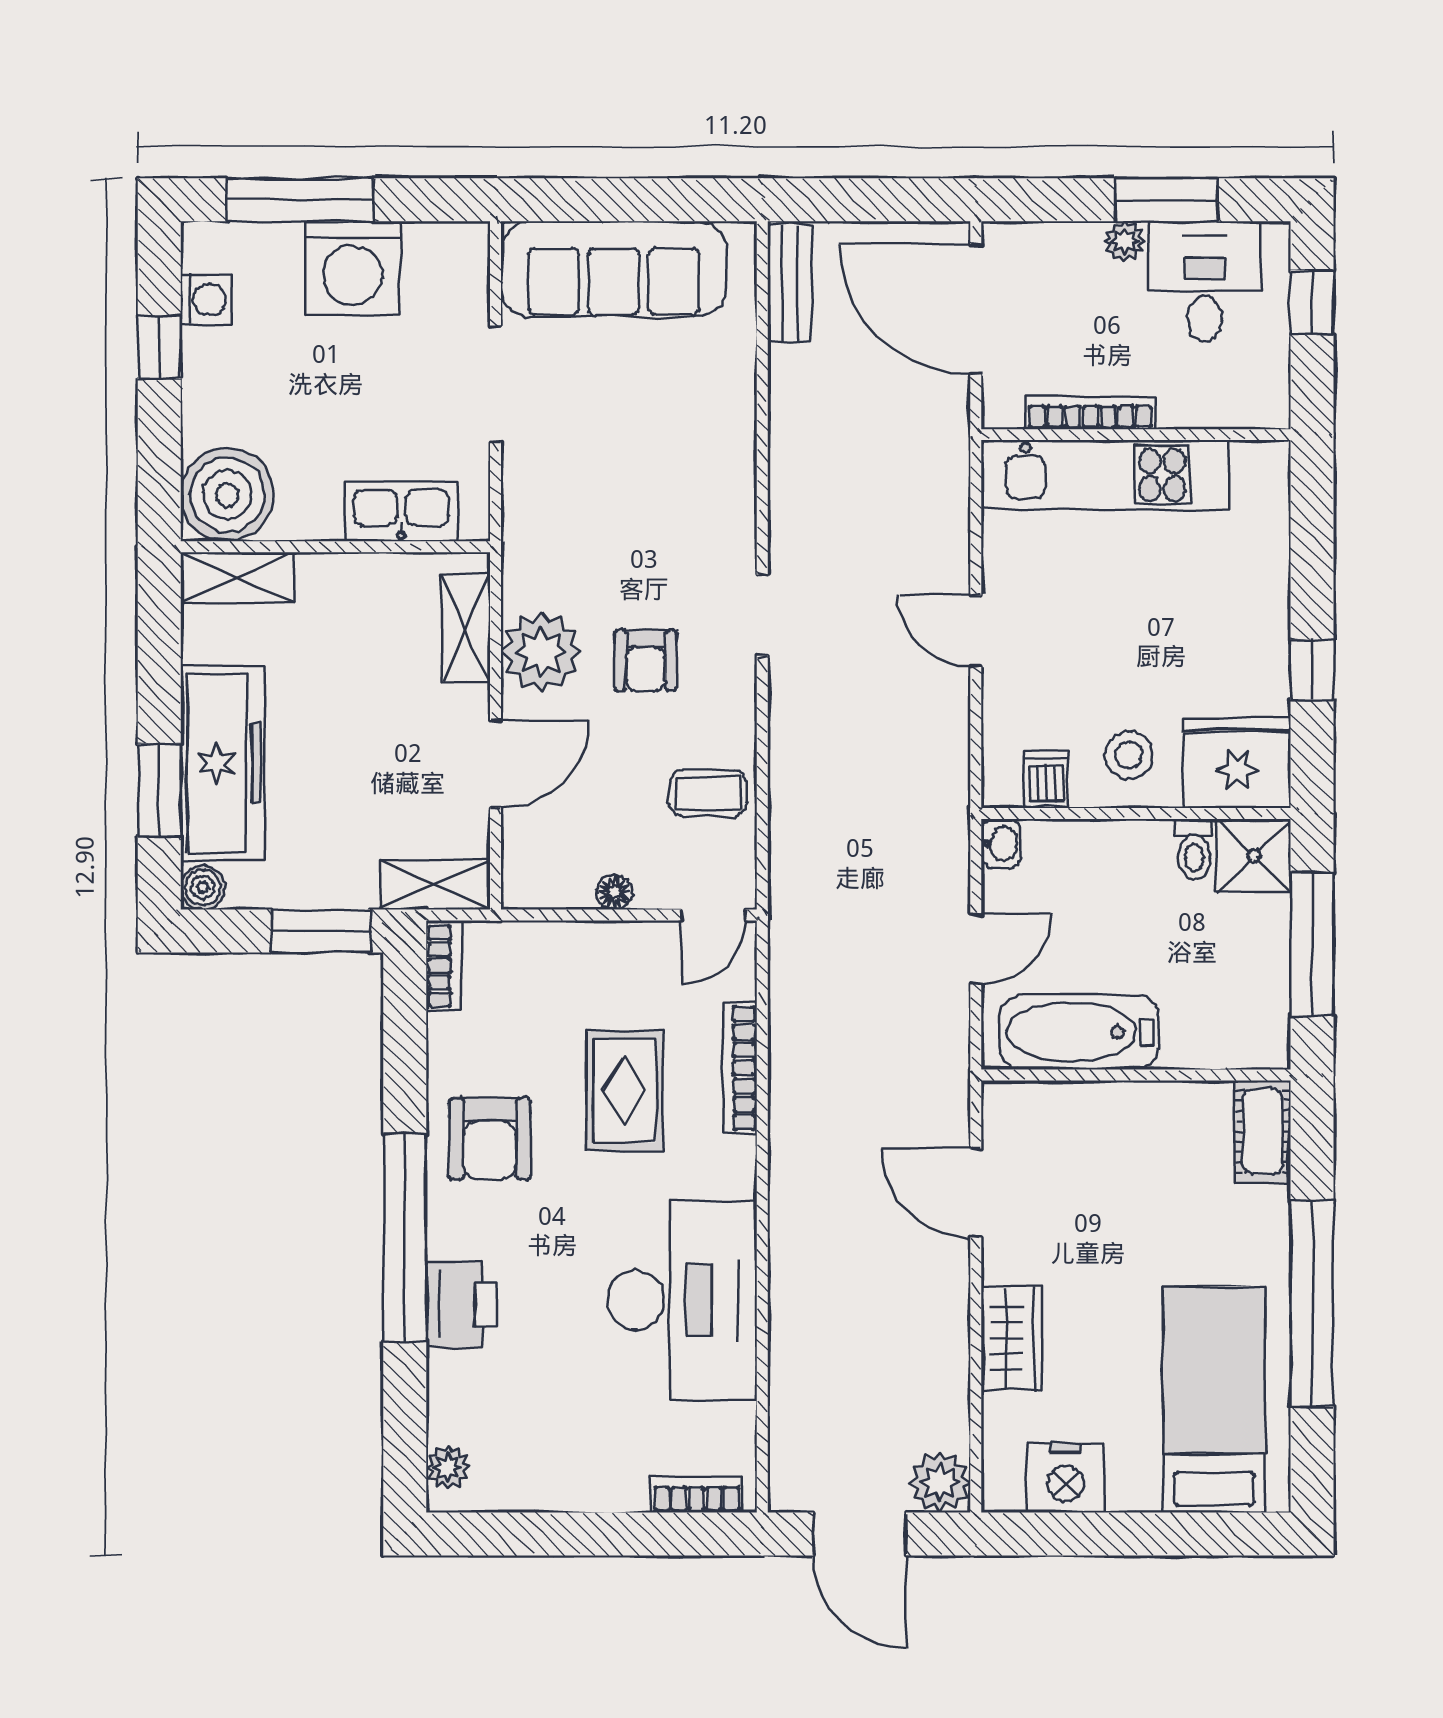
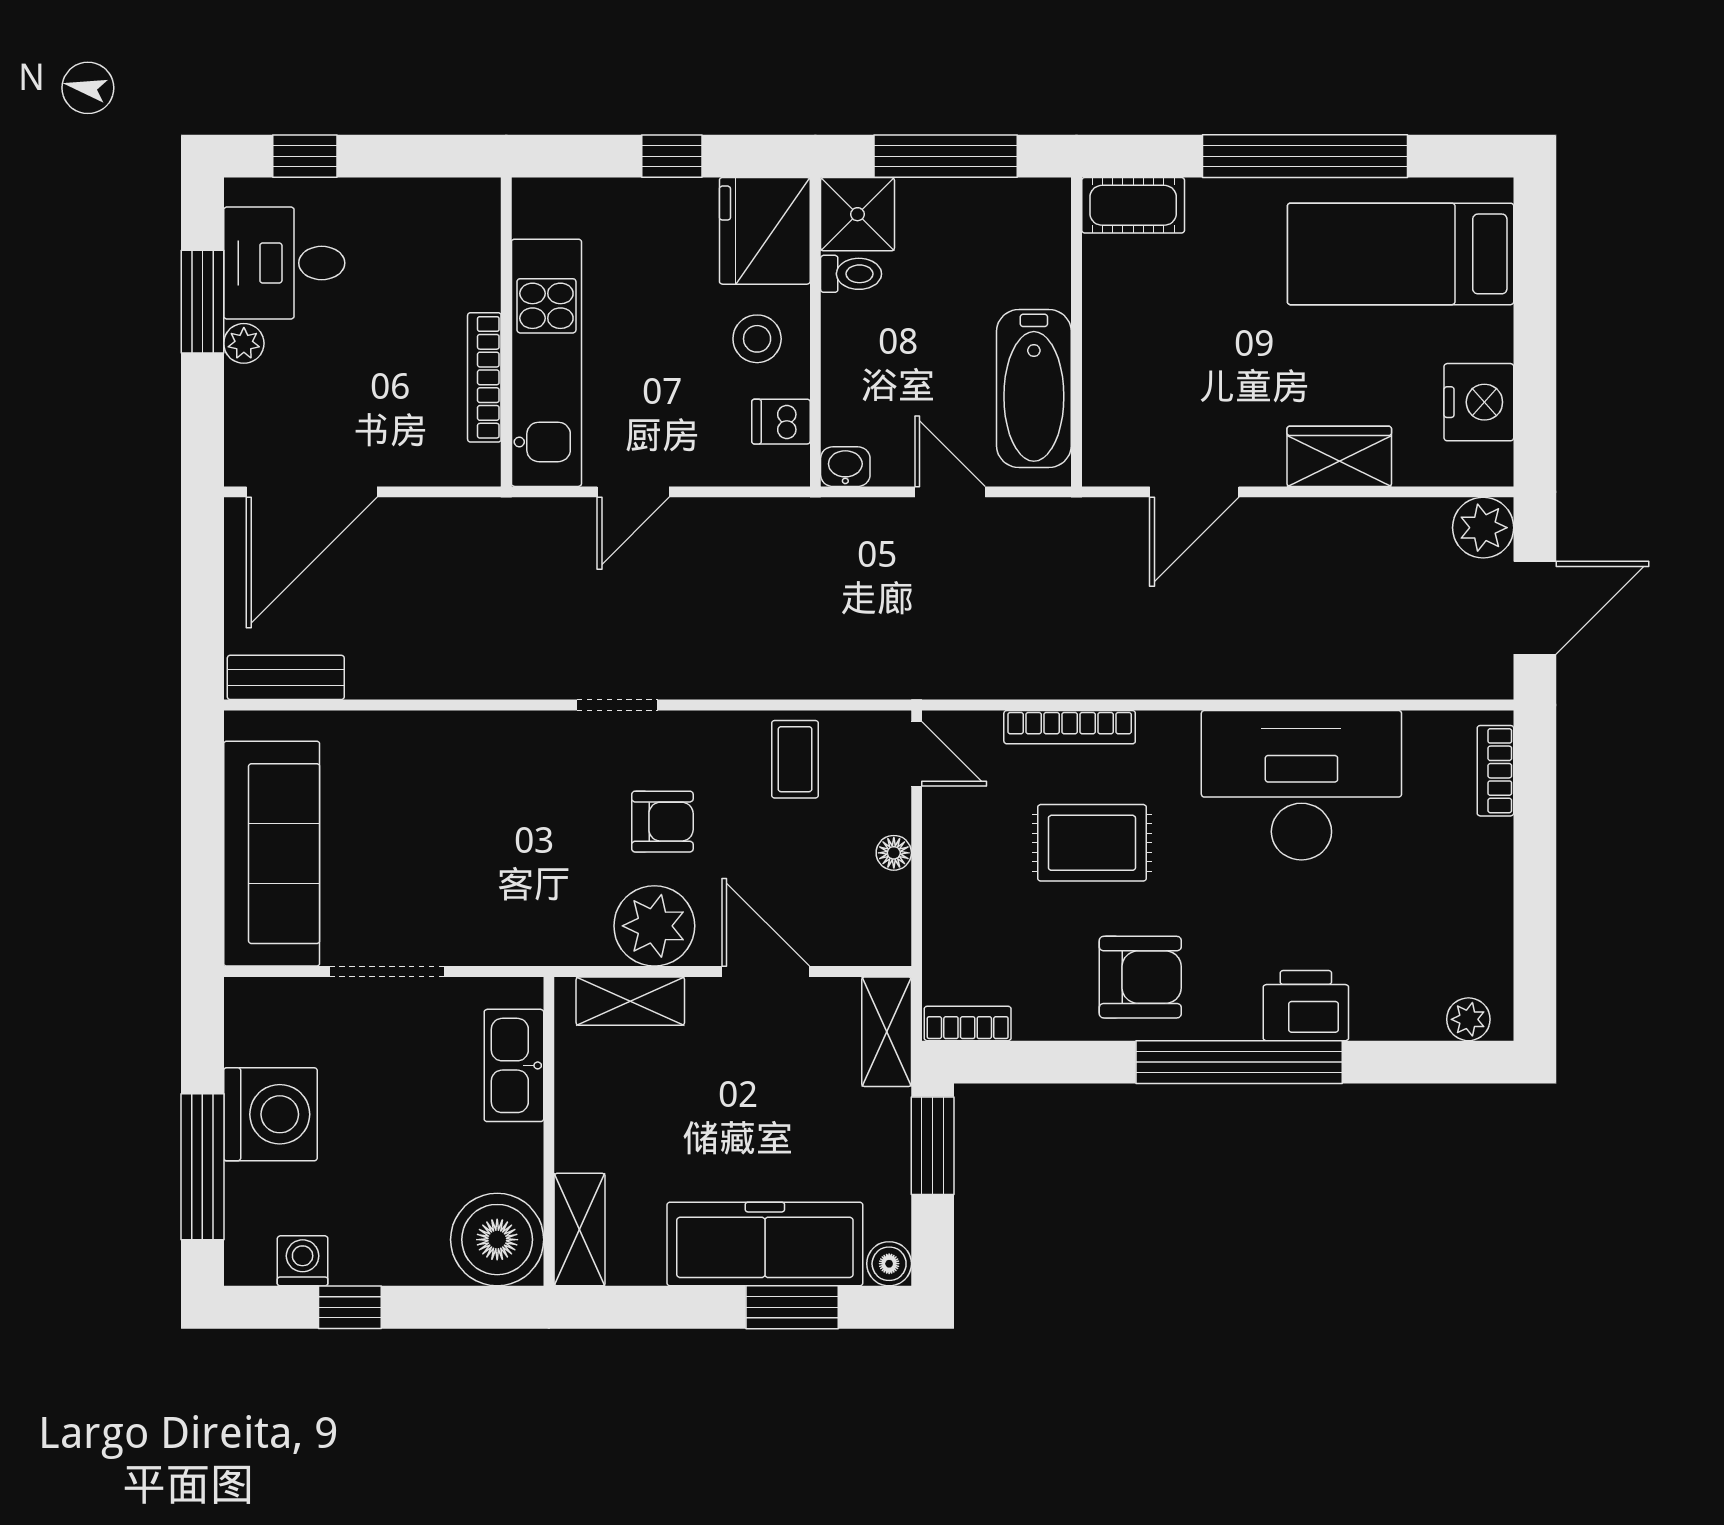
bookcase: (1090, 413) -> (484, 377), moved
wall: (1136, 435) -> (506, 332), moved
kitchen unit: (1105, 475) -> (546, 363), moved

